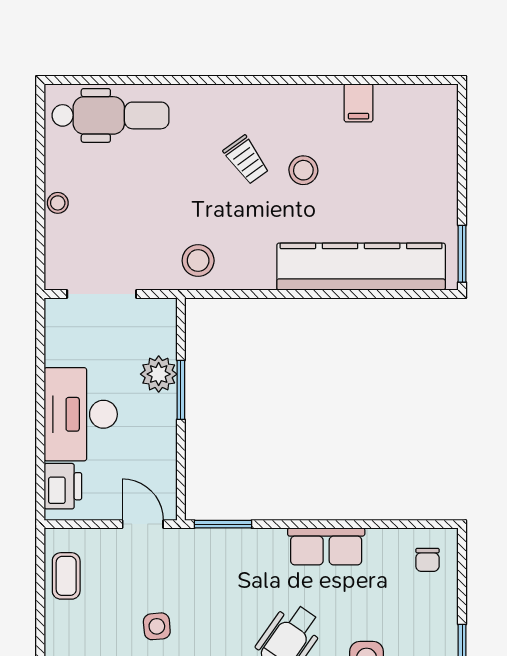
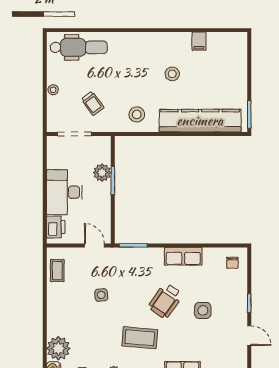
trolley: (246, 160) -> (93, 103), moved
stool: (198, 261) -> (137, 114), moved

